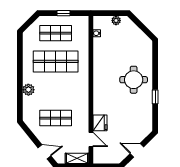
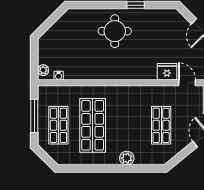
window: (64, 13) -> (34, 116), width x2.17
plant: (116, 20) -> (43, 70), moved
door: (91, 140) -> (187, 83), hinge flipped

